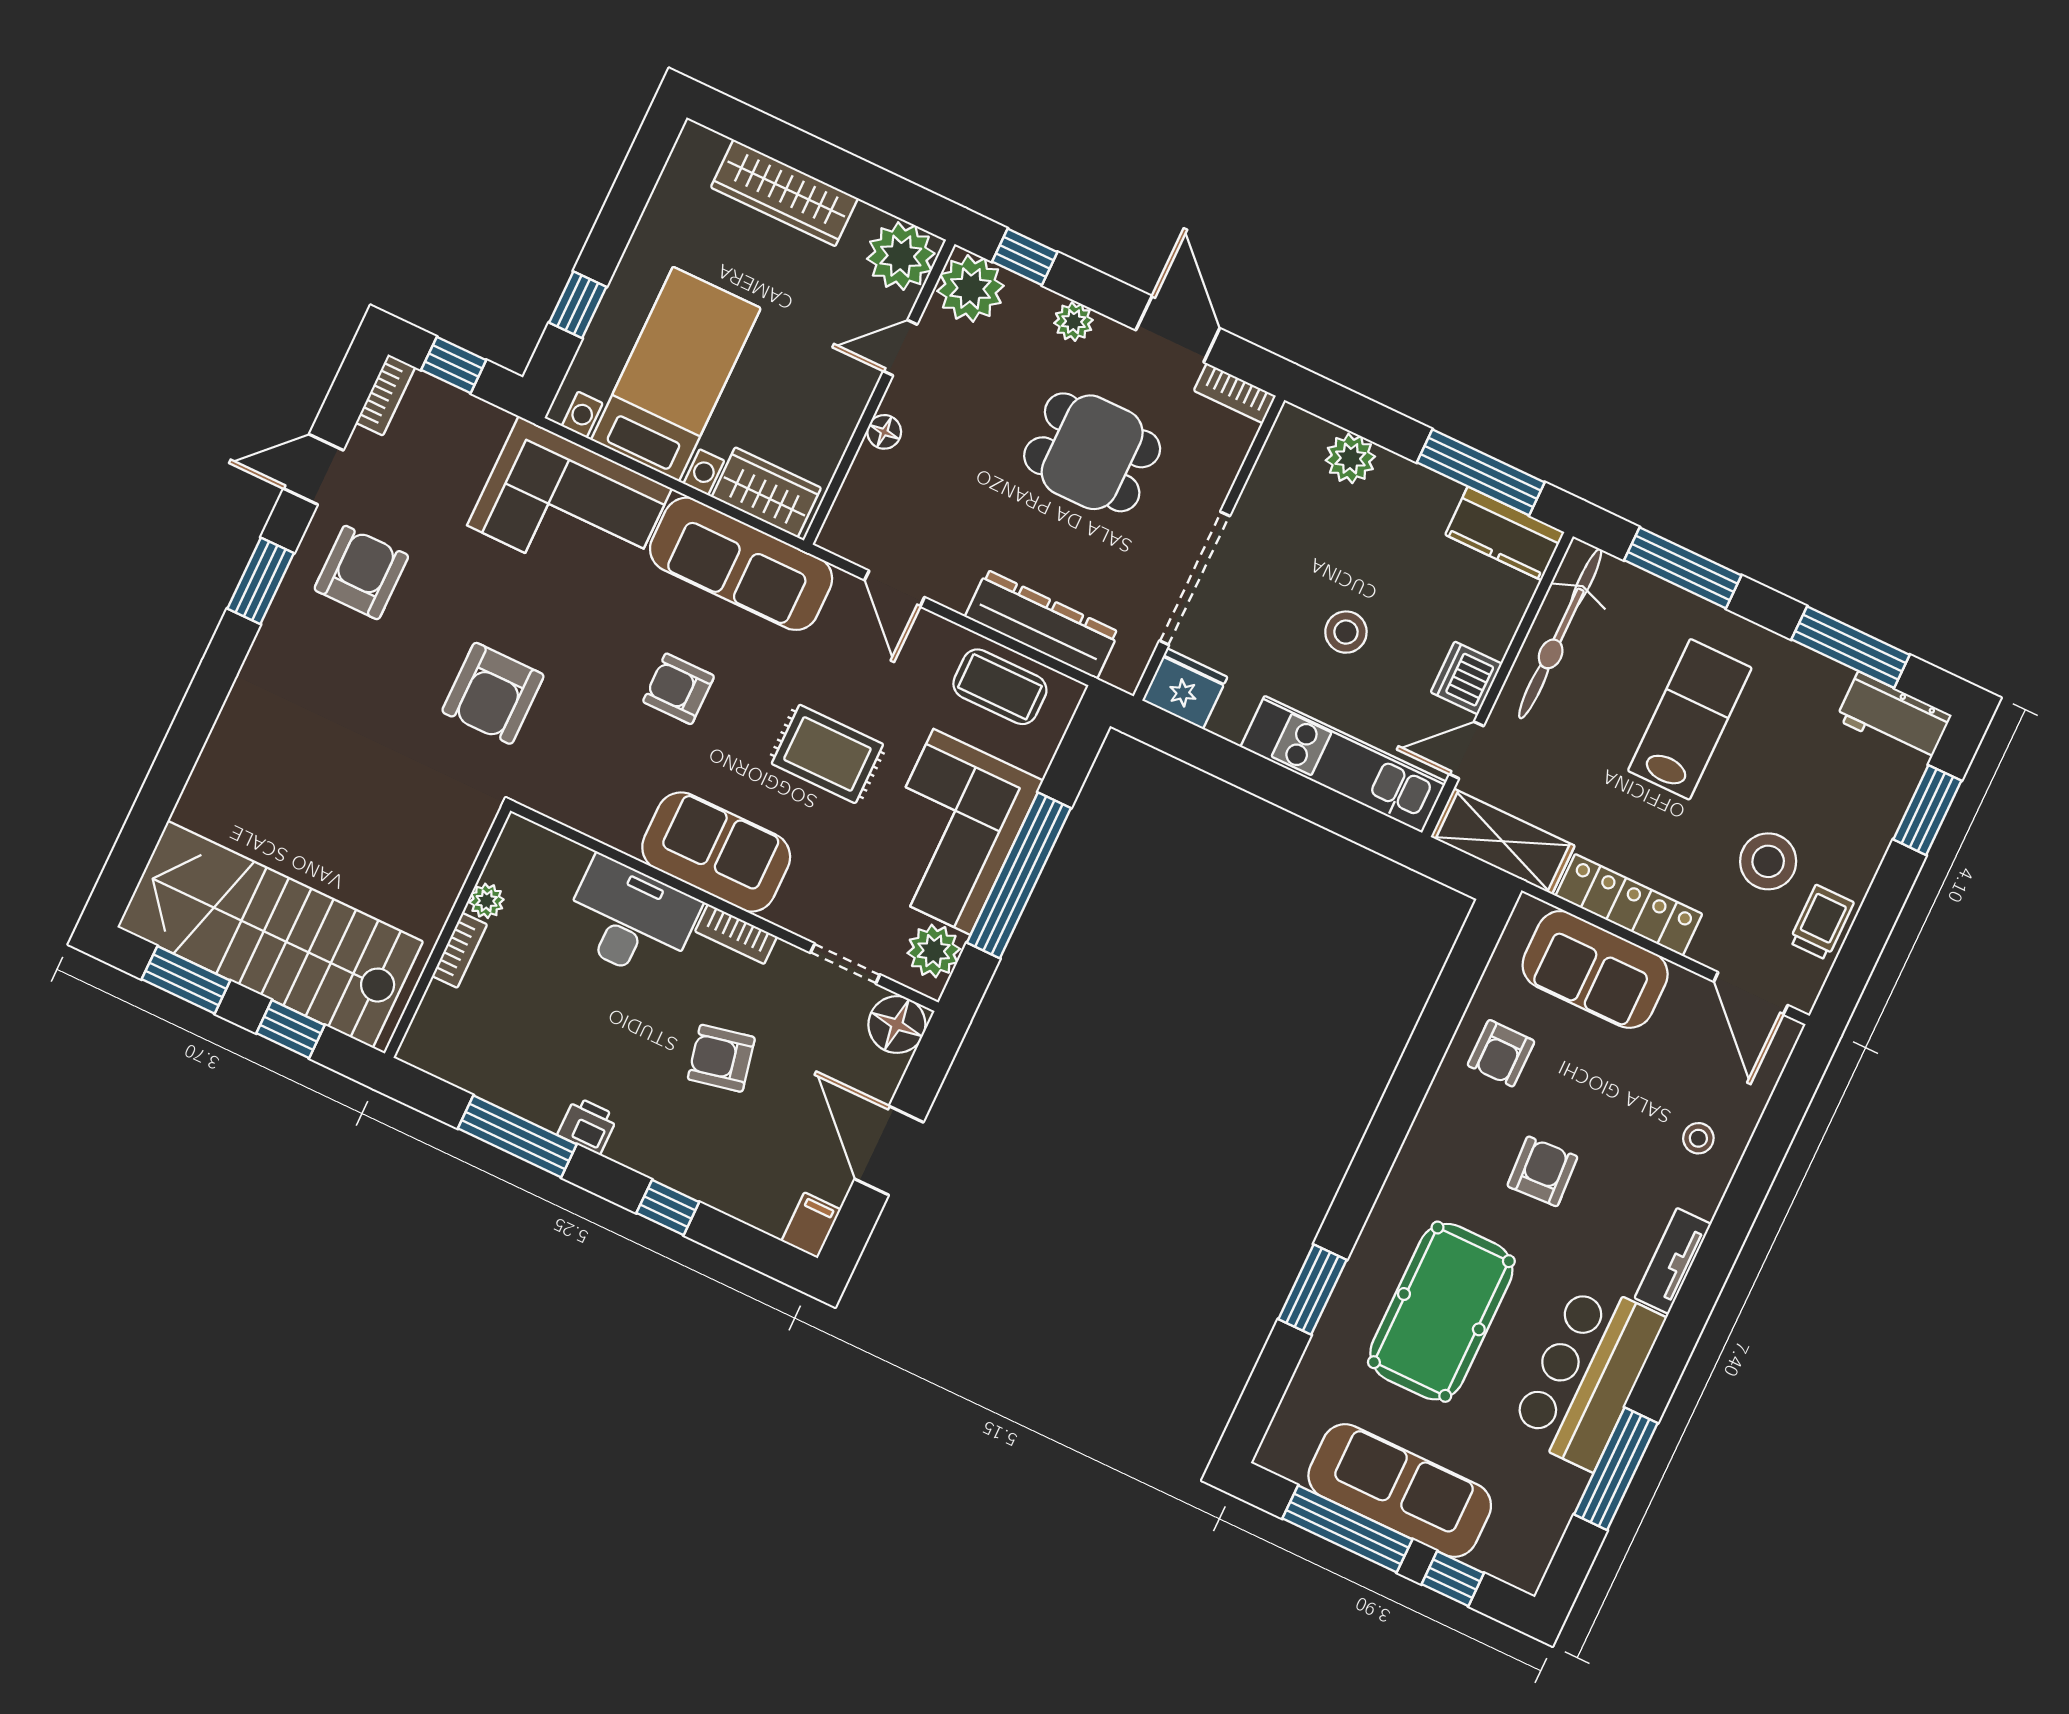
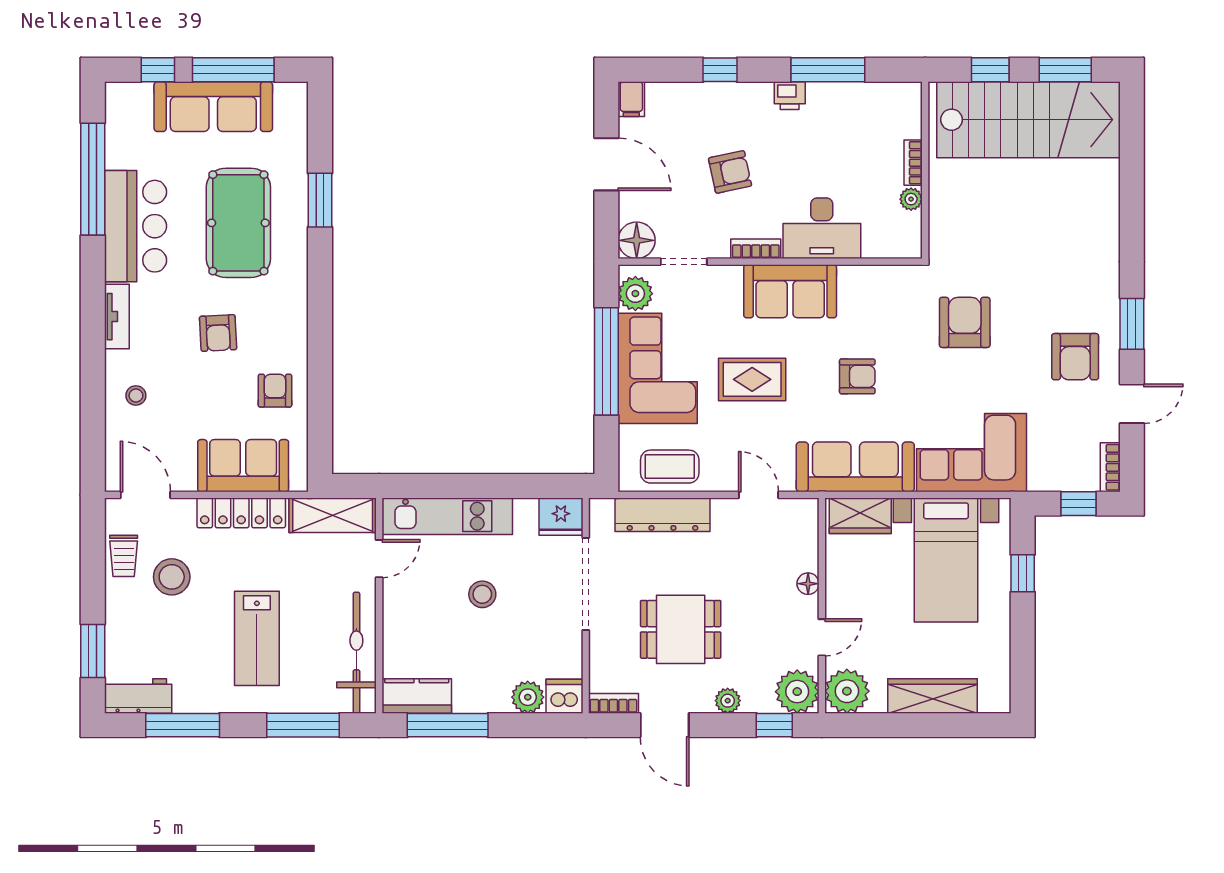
dishwasher: (1466, 678) -> (564, 696), moved, turned -90
window: (1616, 1469) -> (93, 179), width x1.46

